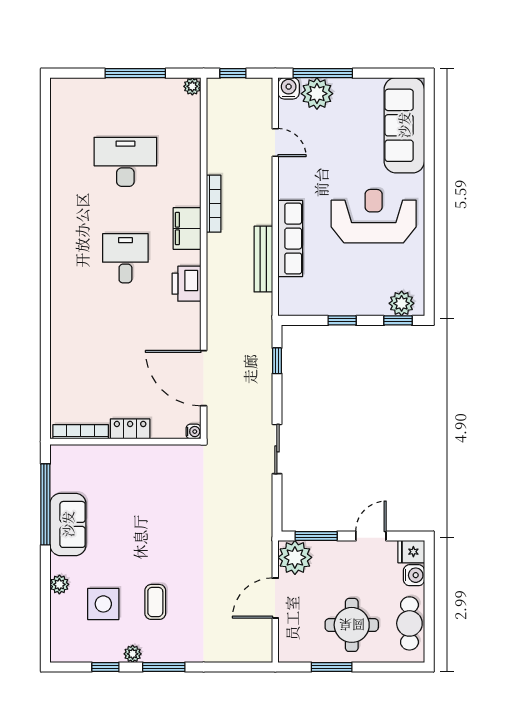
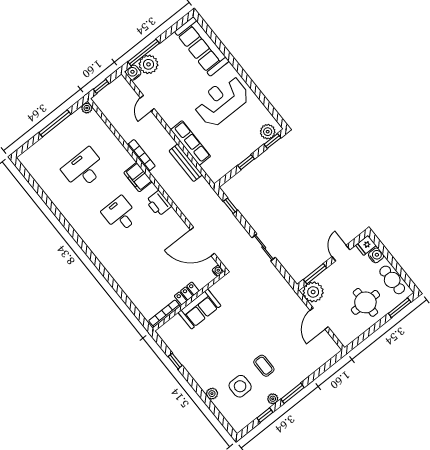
door: (275, 143) -> (147, 103), swing flipped
window: (45, 504) -> (175, 361), width x0.32
sofa: (68, 524) -> (200, 309), moved, turned 90
window: (332, 667) -> (400, 308), moved

